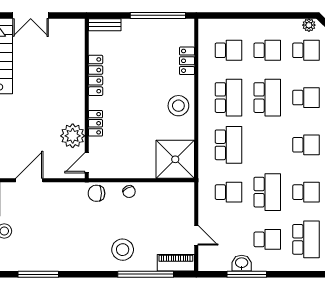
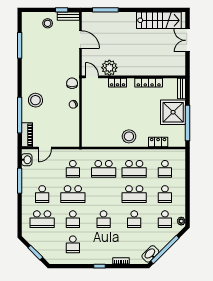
shower: (175, 159) -> (173, 112), moved
washbasin: (242, 263) -> (27, 160), moved

